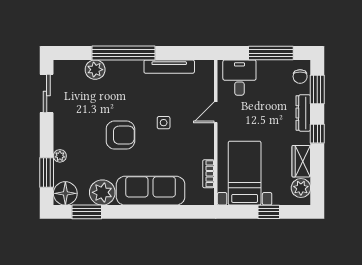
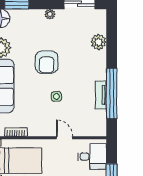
window: (123, 53) -> (112, 93), moved
tv unit: (169, 67) -> (101, 95), width x0.71
plant: (60, 156) -> (50, 14), moved

